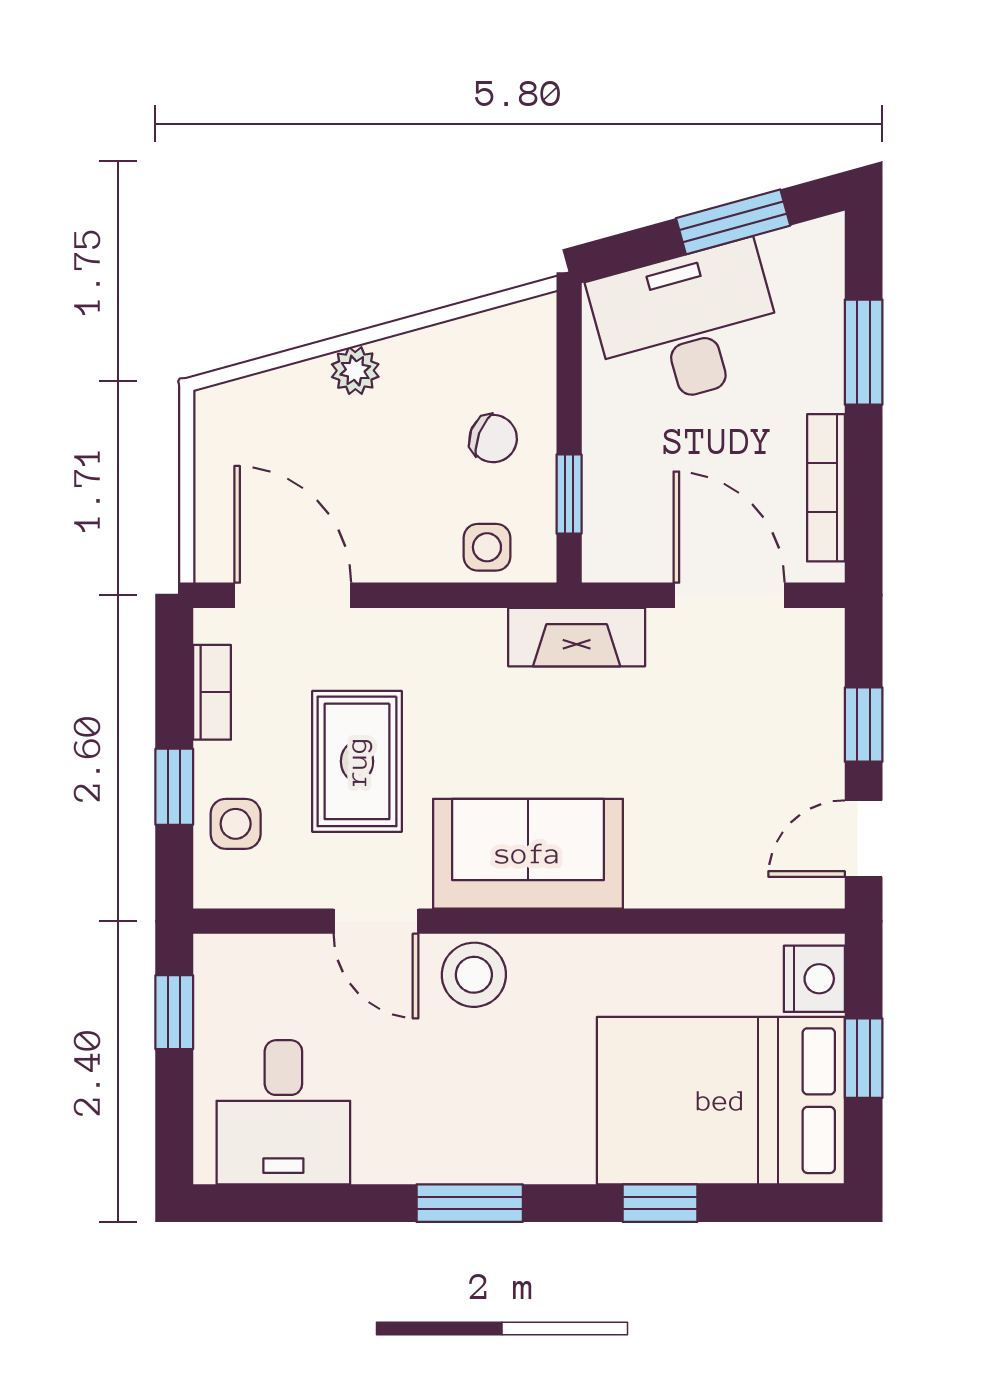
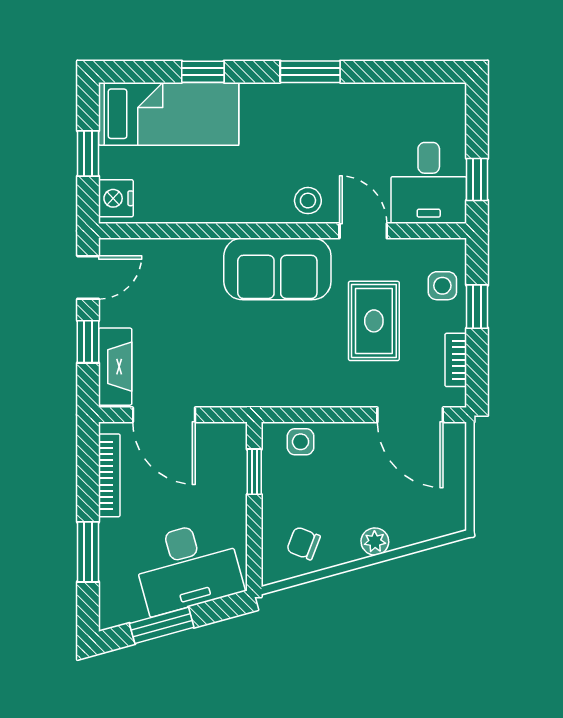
chair: (493, 439) -> (303, 543), moved
fireplace: (577, 637) -> (115, 367), moved, turned 90
stool: (474, 975) -> (308, 201), width x0.73, depth x0.73
bed: (721, 1101) -> (169, 114), width x0.67
desk: (283, 1112) -> (429, 183), moved, turned 180

